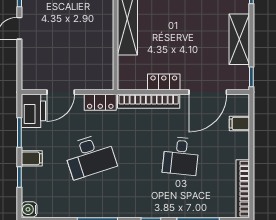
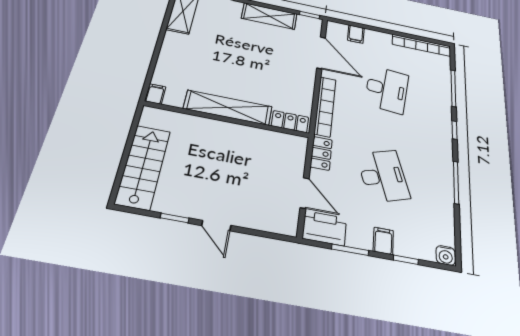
locker: (164, 82) -> (290, 122), moved, turned 90
desk: (181, 156) -> (387, 89), width x1.37

